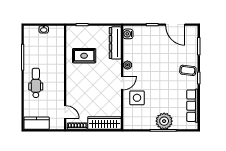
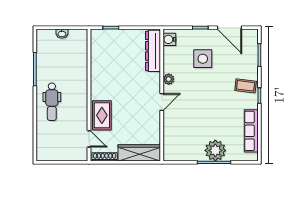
rug: (84, 56) -> (102, 115), moved, turned 90
dental chair: (36, 83) -> (52, 102), turned 180
side table: (137, 98) -> (203, 59), moved
kitchen counter: (37, 123) -> (53, 153), removed

